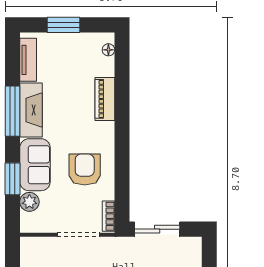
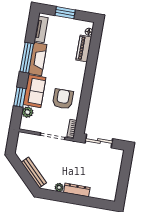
piano: (105, 99) -> (84, 48), moved

